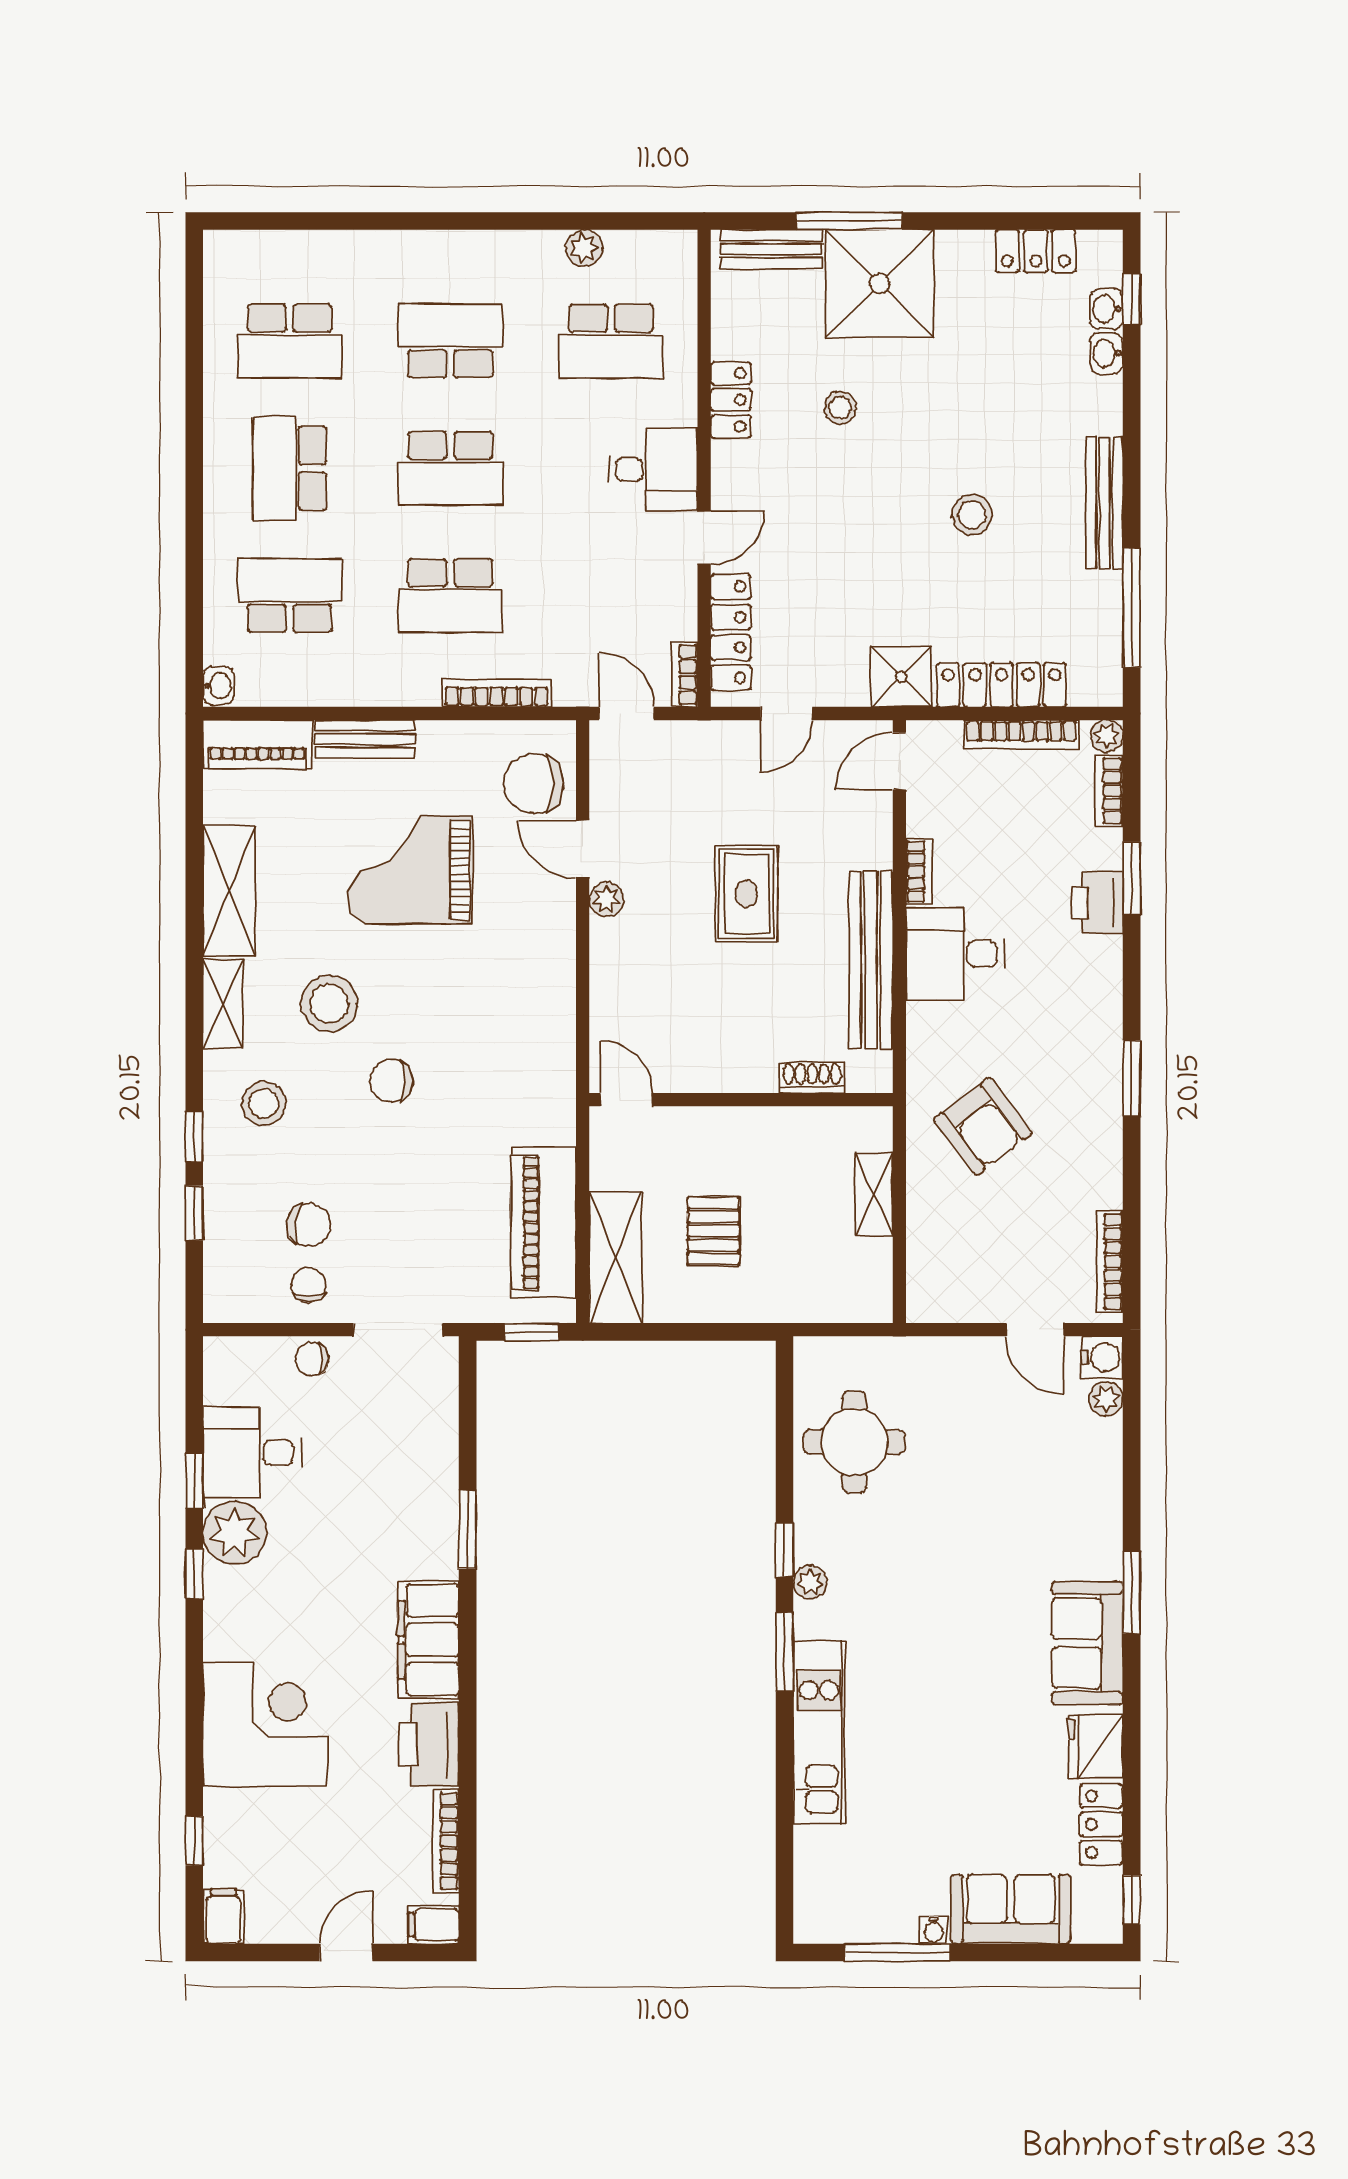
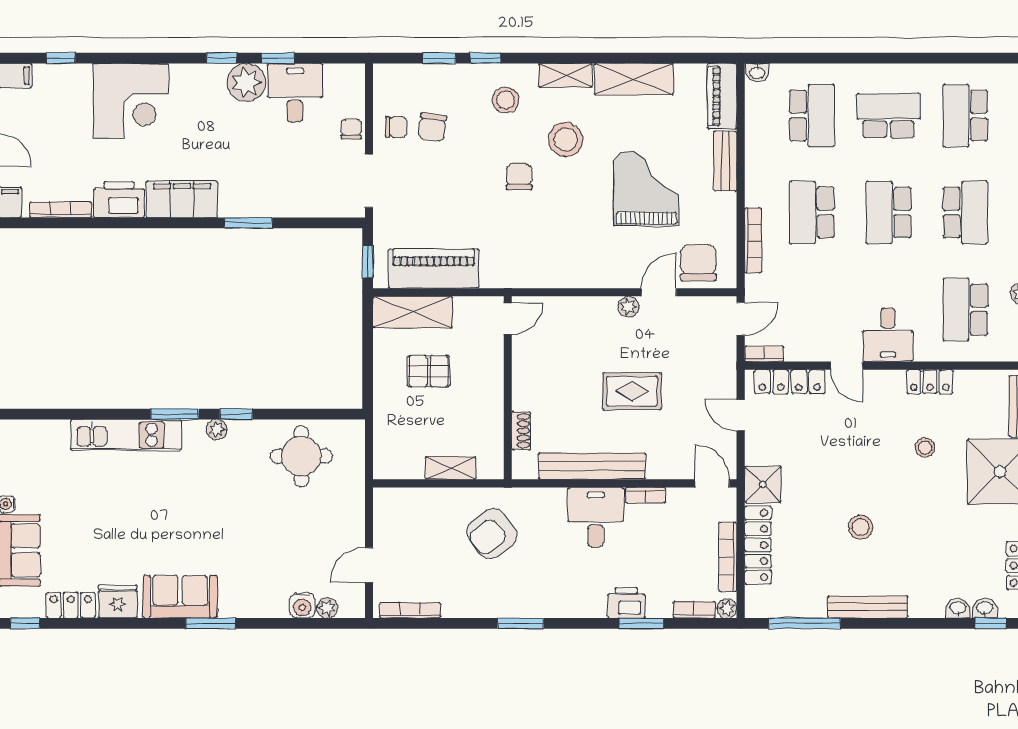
water cooler: (1102, 1357) -> (302, 605), moved

